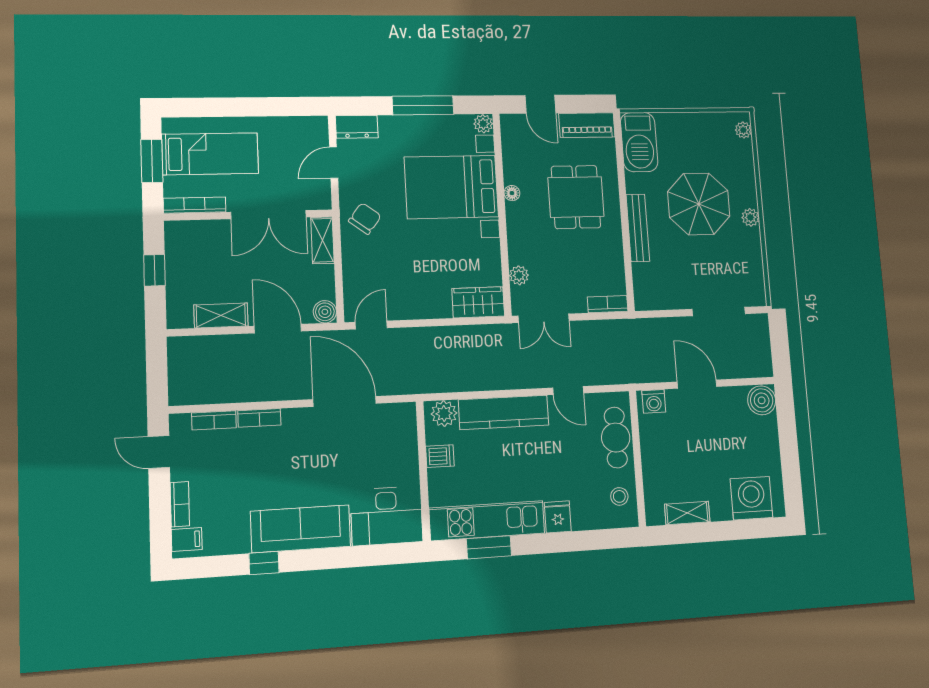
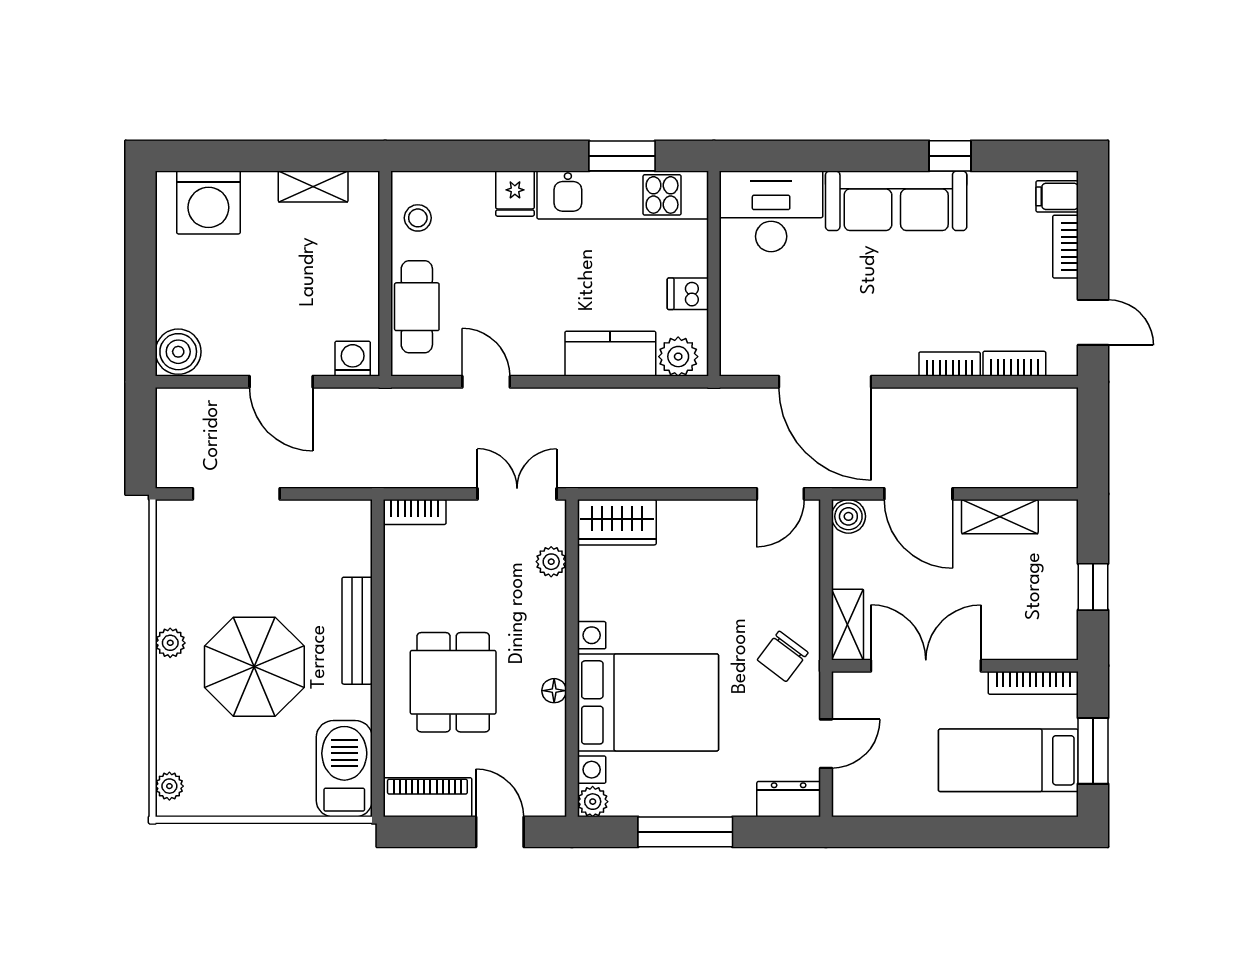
kitchen counter: (504, 412) -> (610, 354), width x0.67

